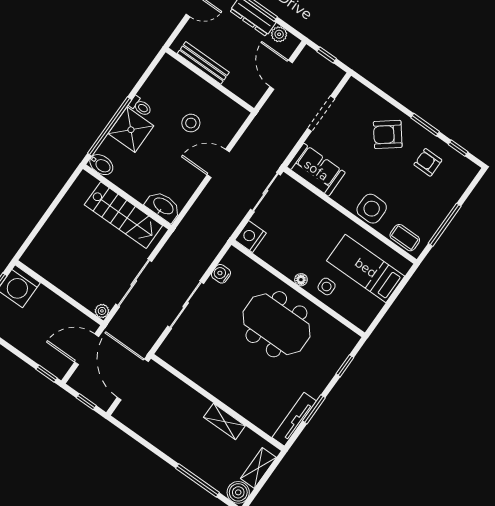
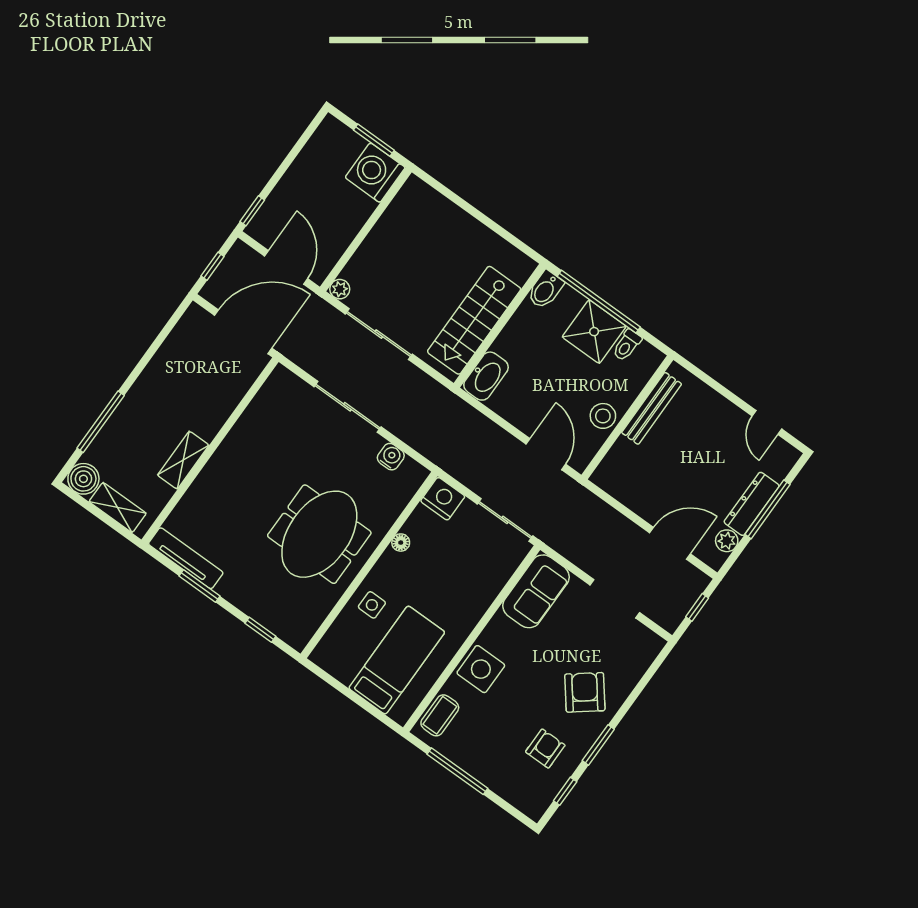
bench: (203, 63) -> (652, 408), moved
wall: (210, 80) -> (627, 417), moved
floor lamp: (301, 280) -> (401, 543), moved

